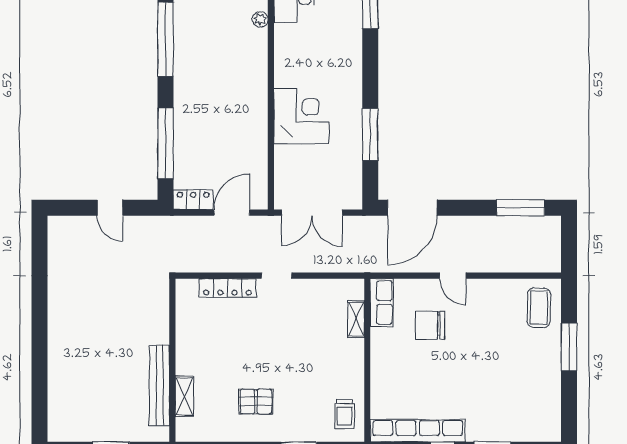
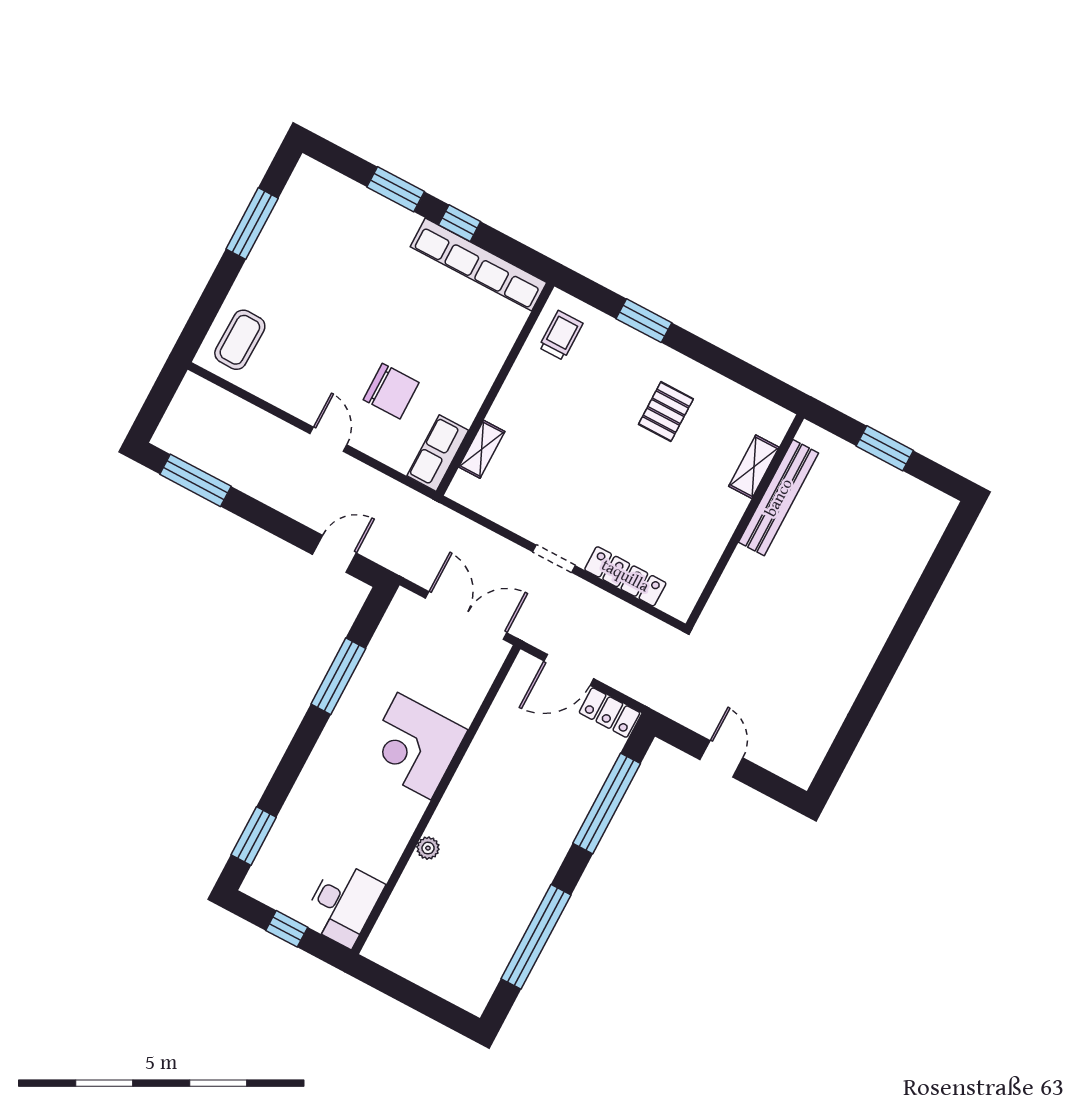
plant: (260, 19) -> (428, 848), moved
door: (412, 208) -> (334, 554), width x0.53
window: (569, 347) -> (252, 224), moved
pallet: (256, 402) -> (666, 412), turned 90

